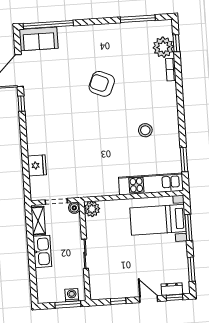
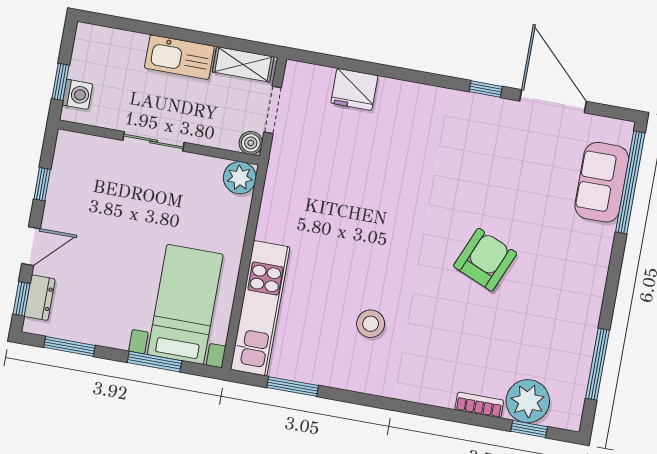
sofa: (39, 39) -> (602, 182), moved
window: (68, 305) -> (61, 82), width x0.67

